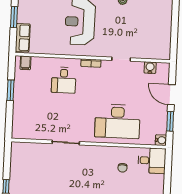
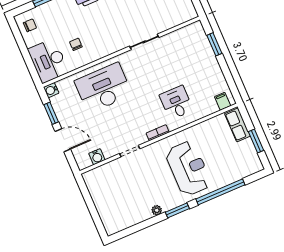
window: (10, 90) -> (214, 44), moved
desk: (152, 161) -> (48, 61), width x1.37

